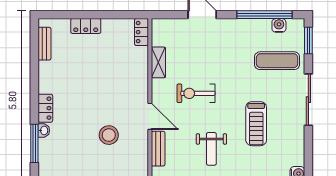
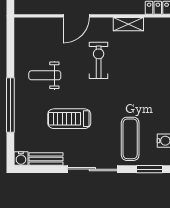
bench: (158, 149) -> (46, 159), moved

